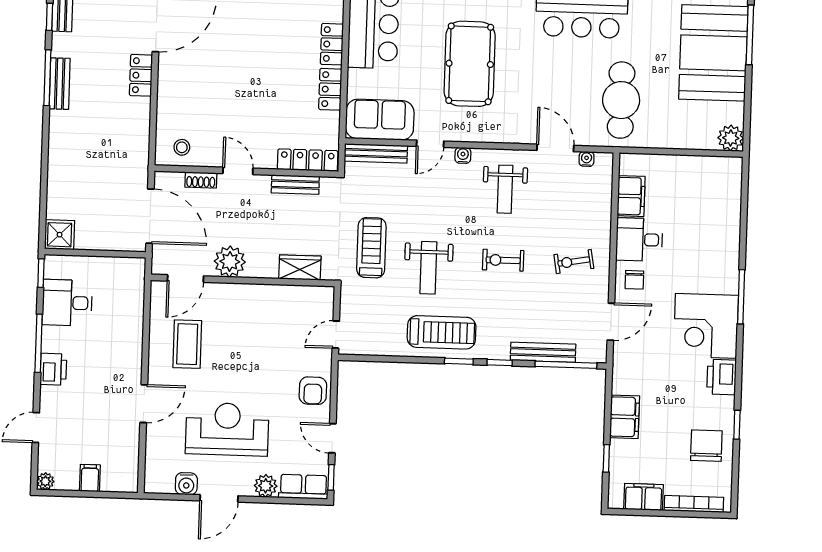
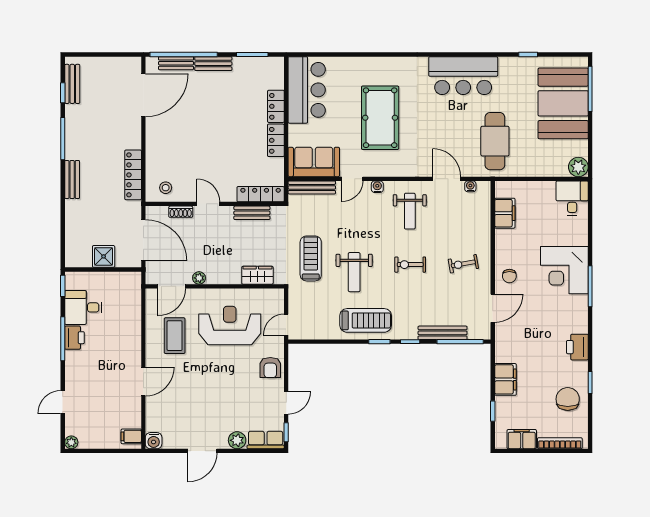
locker: (141, 75) -> (133, 175), moved, width x1.53
bench: (60, 84) -> (72, 180), moved
shower: (60, 235) -> (104, 256), moved
desk: (639, 240) -> (572, 198), moved, turned 90
plant: (230, 262) -> (199, 278), width x0.53, depth x0.53
corner desk: (706, 326) -> (564, 270), moved
printer: (53, 369) -> (74, 338), moved
reception desk: (227, 429) -> (230, 326), moved
door: (332, 438) -> (286, 403), swing flipped
filing cabinet: (90, 478) -> (131, 436), moved, turned -90
water cooler: (186, 484) -> (154, 441), moved

